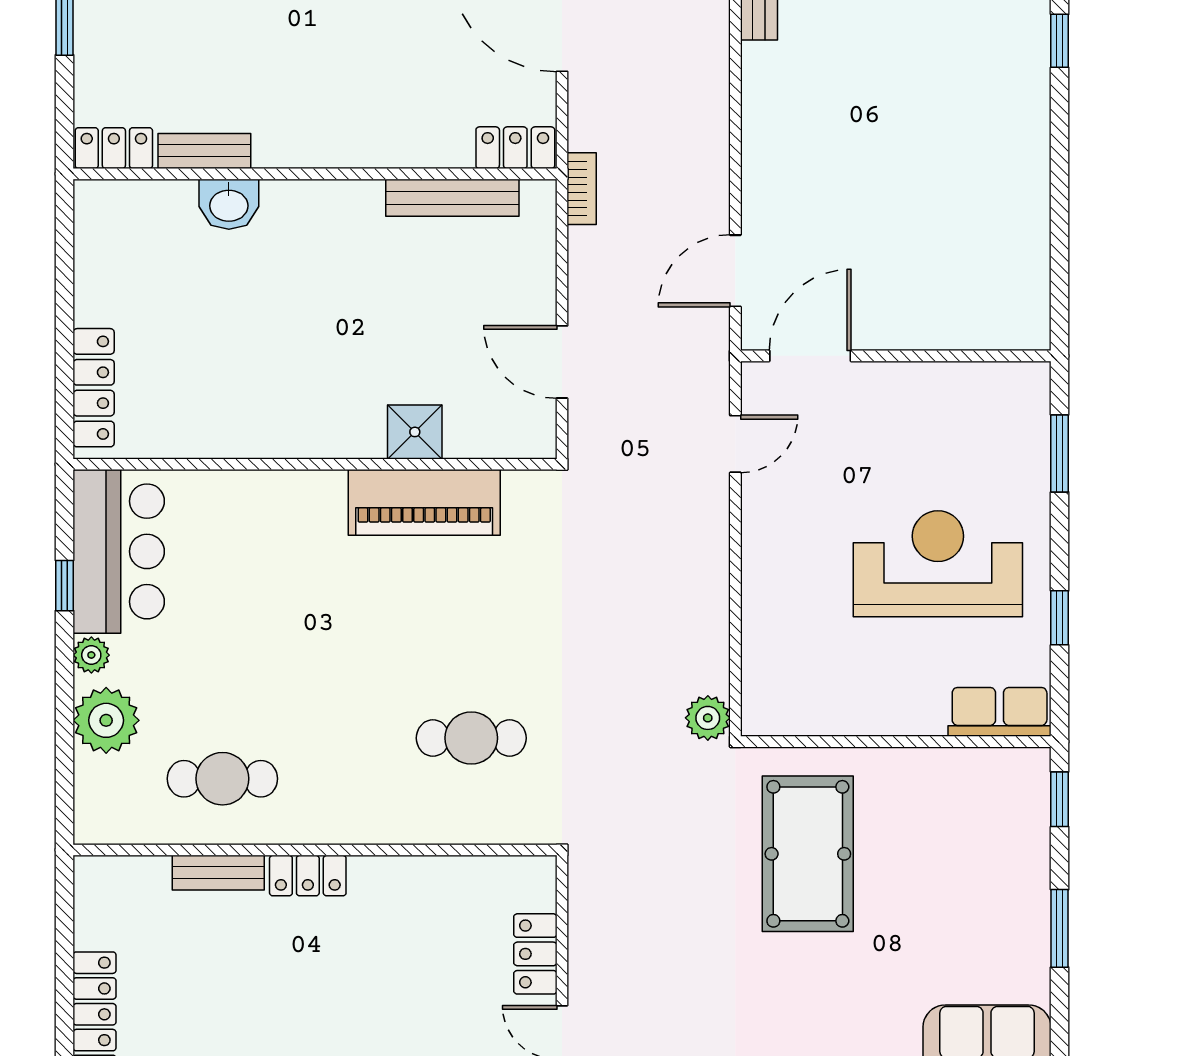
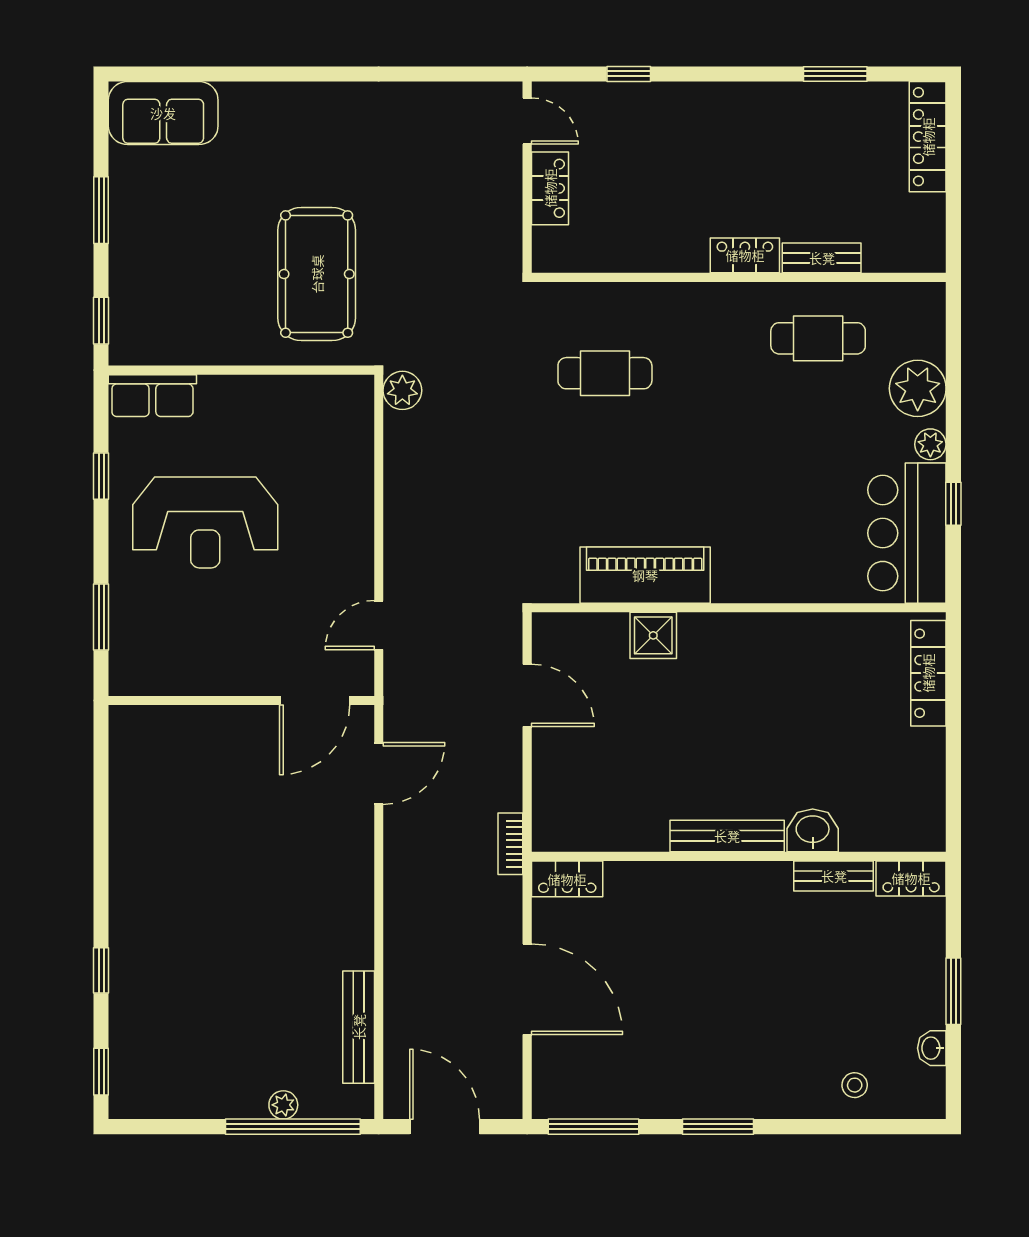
bench: (452, 198) -> (727, 836), moved

